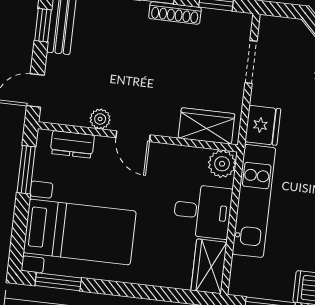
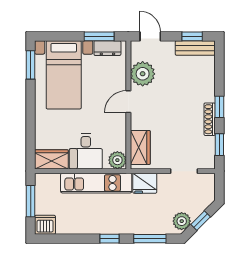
plant: (100, 119) -> (143, 74), width x1.88, depth x1.88
dresser: (72, 144) -> (107, 48), moved, turned -90

